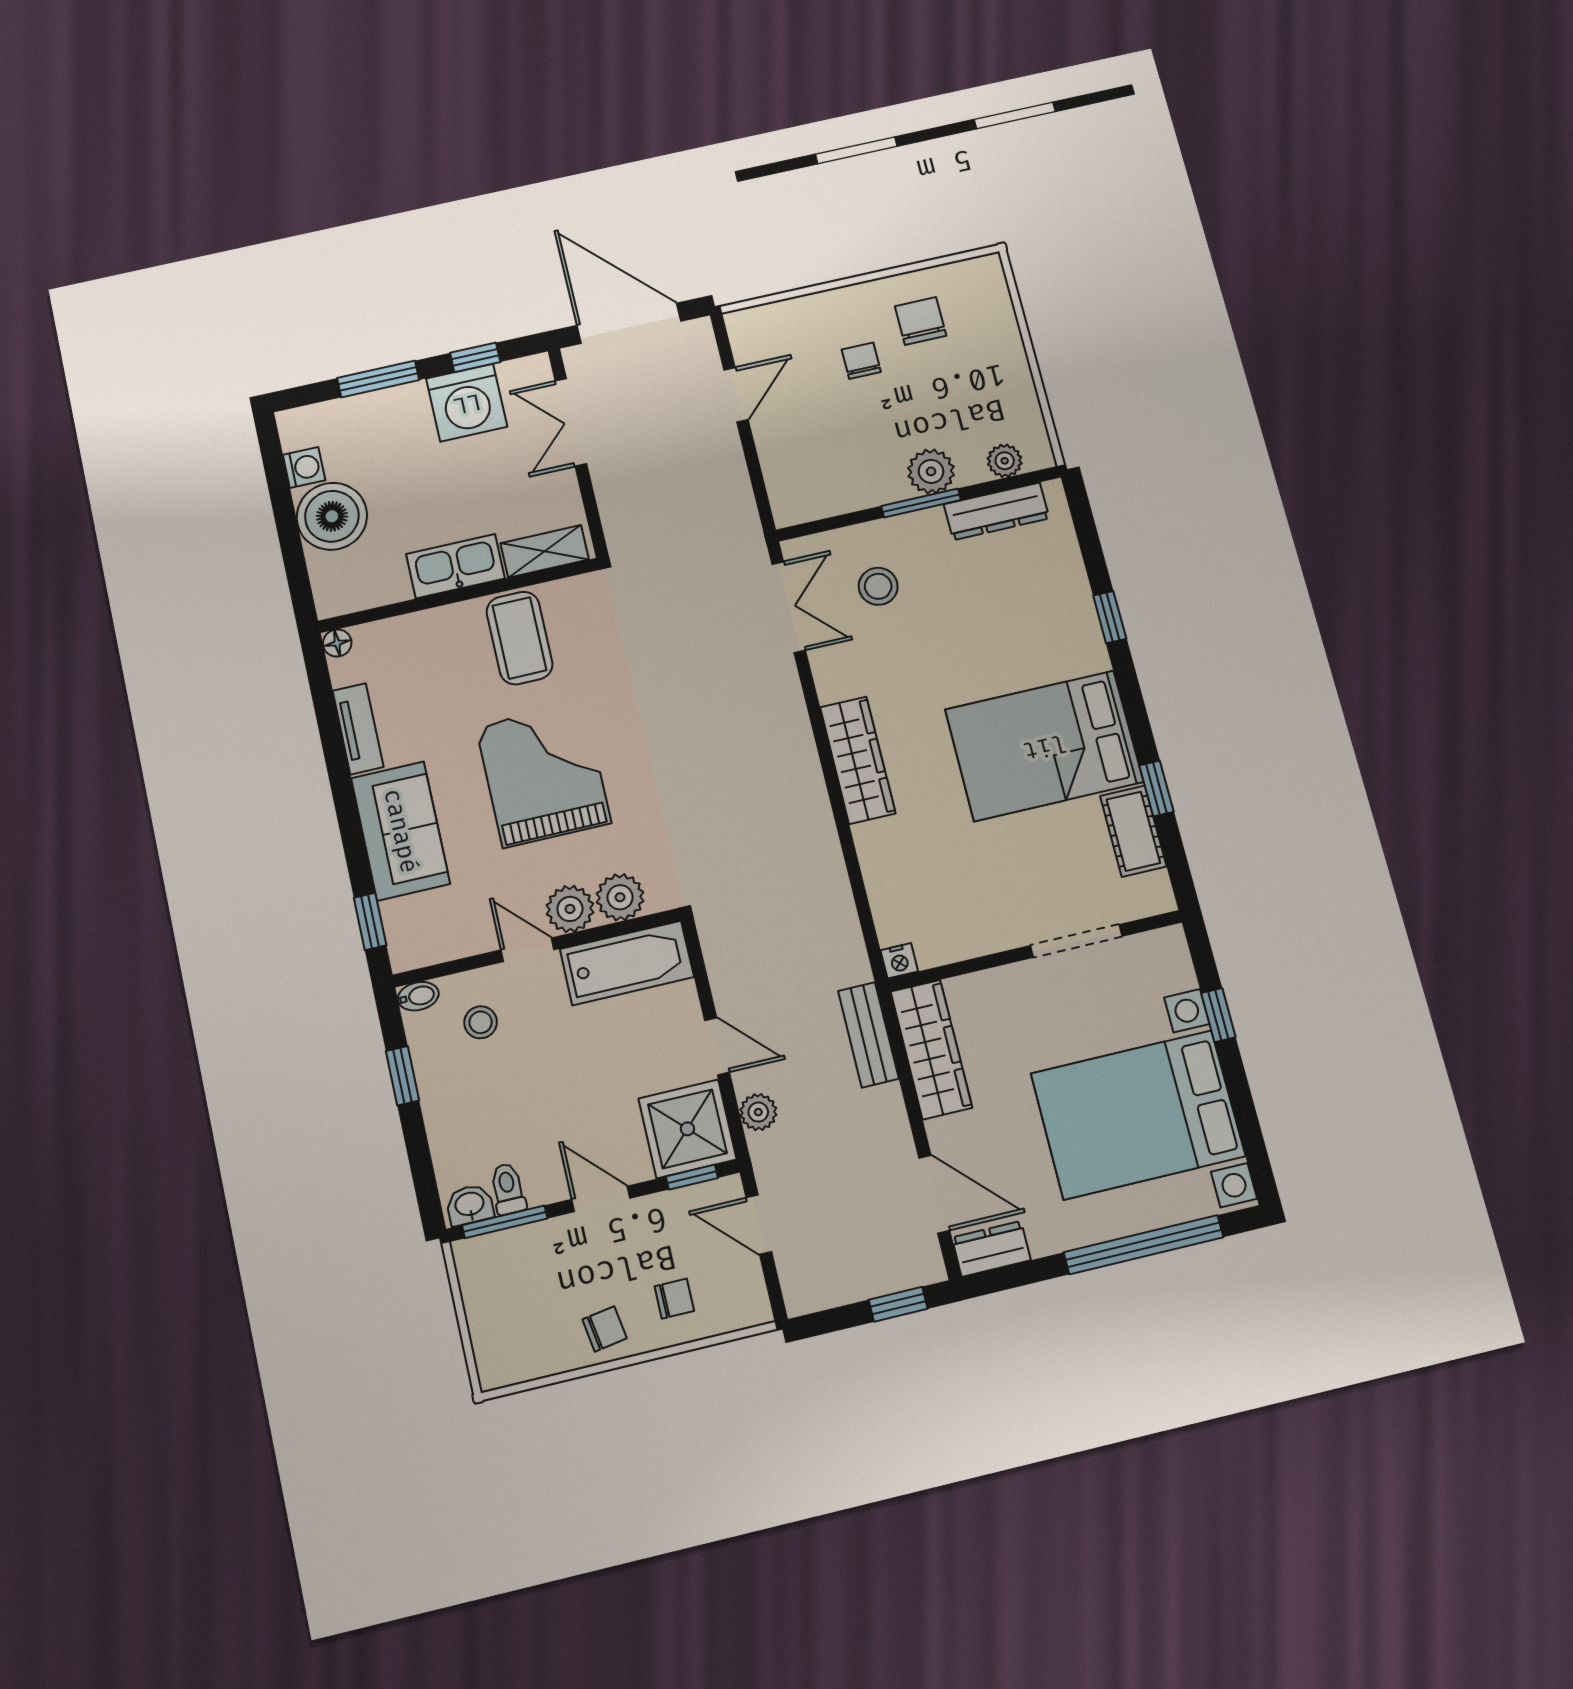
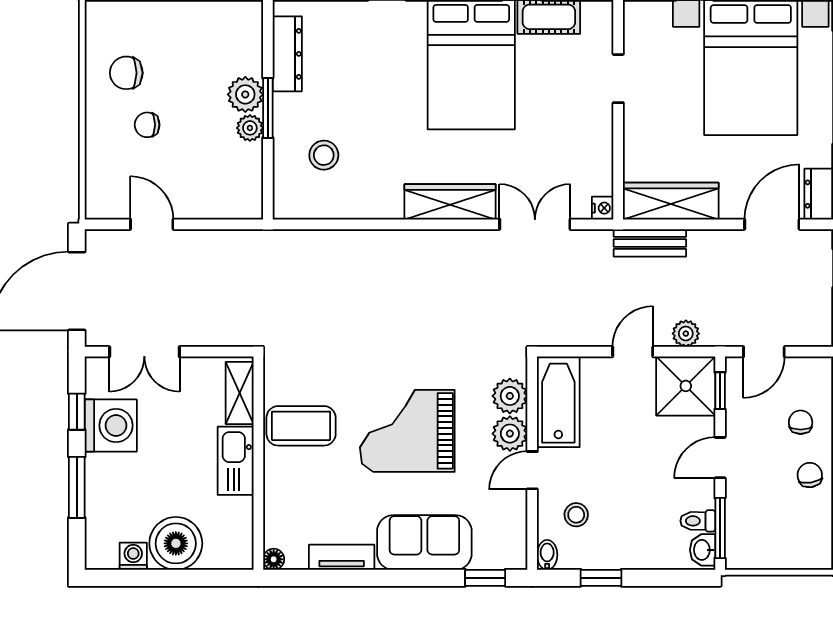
plant: (1005, 461) -> (250, 128), moved
double door: (789, 607) -> (535, 224), moved
doorway: (1076, 941) -> (618, 79), width x0.73

